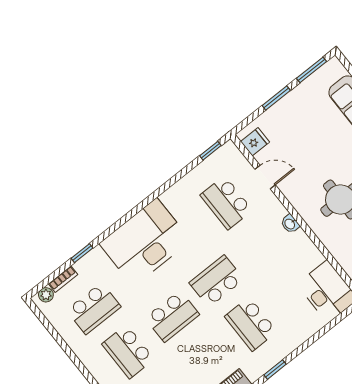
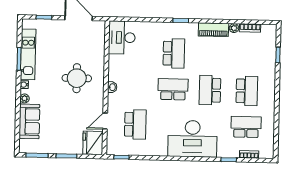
fridge: (255, 142) -> (93, 143), width x1.88, depth x1.34
door: (265, 177) -> (105, 121), hinge flipped
school desk: (216, 281) -> (173, 89), turned 180
plant: (46, 295) -> (264, 154), removed
school desk: (172, 316) -> (210, 90), turned -90

